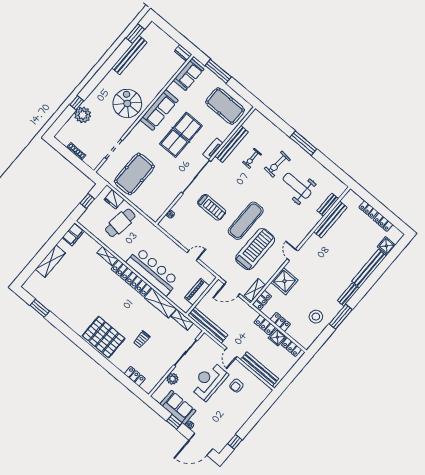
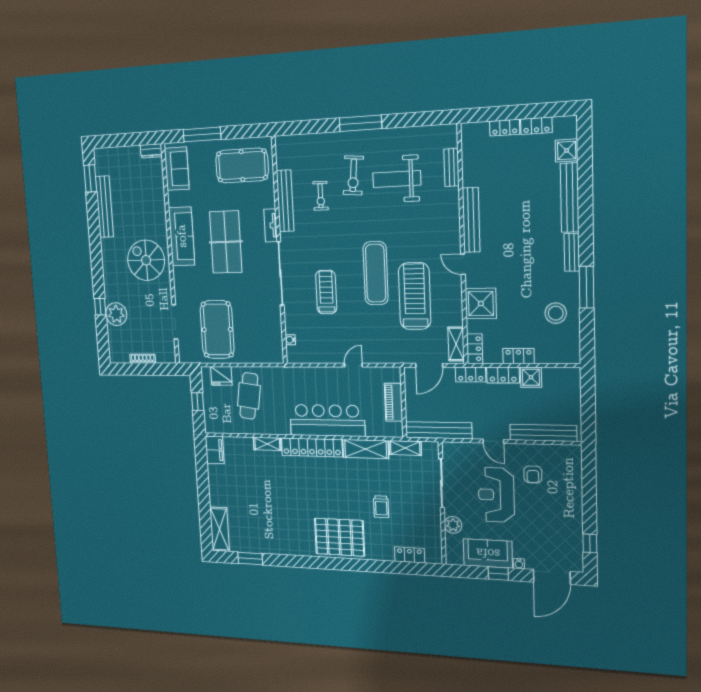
treadmill: (212, 207) -> (326, 292), turned -90
bench: (330, 220) -> (471, 220), moved
shelving: (50, 261) -> (220, 529), moved
locker: (291, 347) -> (471, 375), moved

